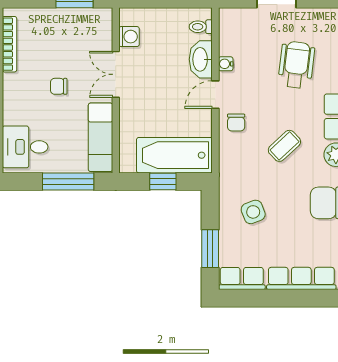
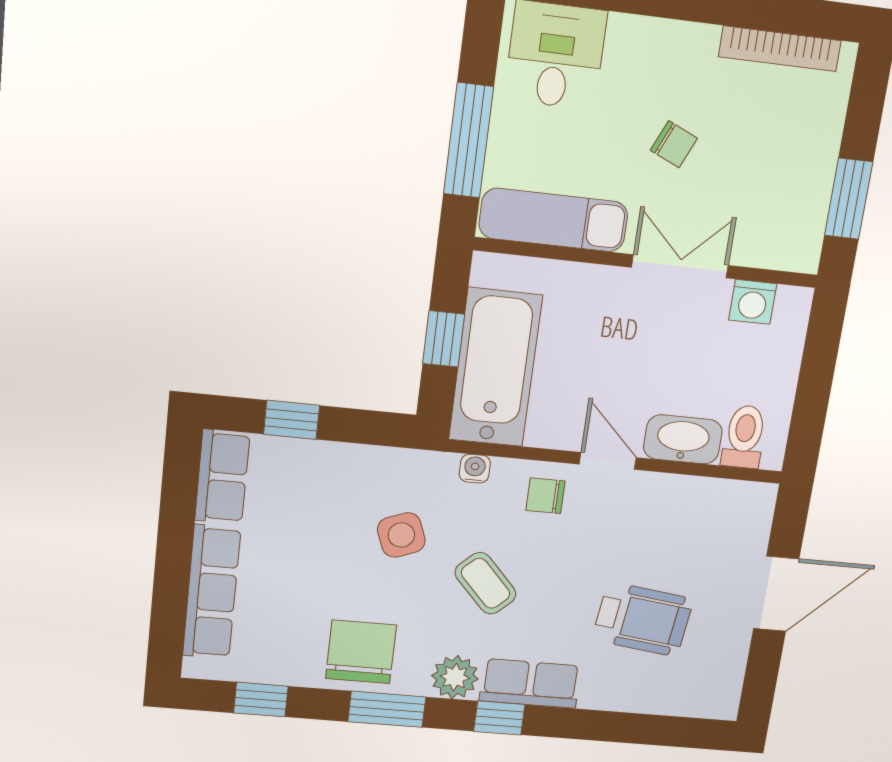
toilet: (201, 27) -> (744, 437), width x1.37, depth x1.39
water cooler: (226, 64) -> (475, 469), moved
chair: (59, 86) -> (674, 144), turned 114
side table: (253, 212) -> (401, 535), moved
window: (210, 249) -> (292, 420), width x0.67

